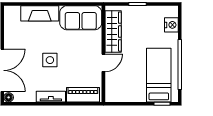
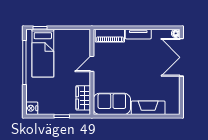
nightstand: (171, 25) -> (32, 108), moved
wardrobe: (113, 32) -> (83, 98), width x0.67
side table: (50, 60) -> (139, 66), removed

